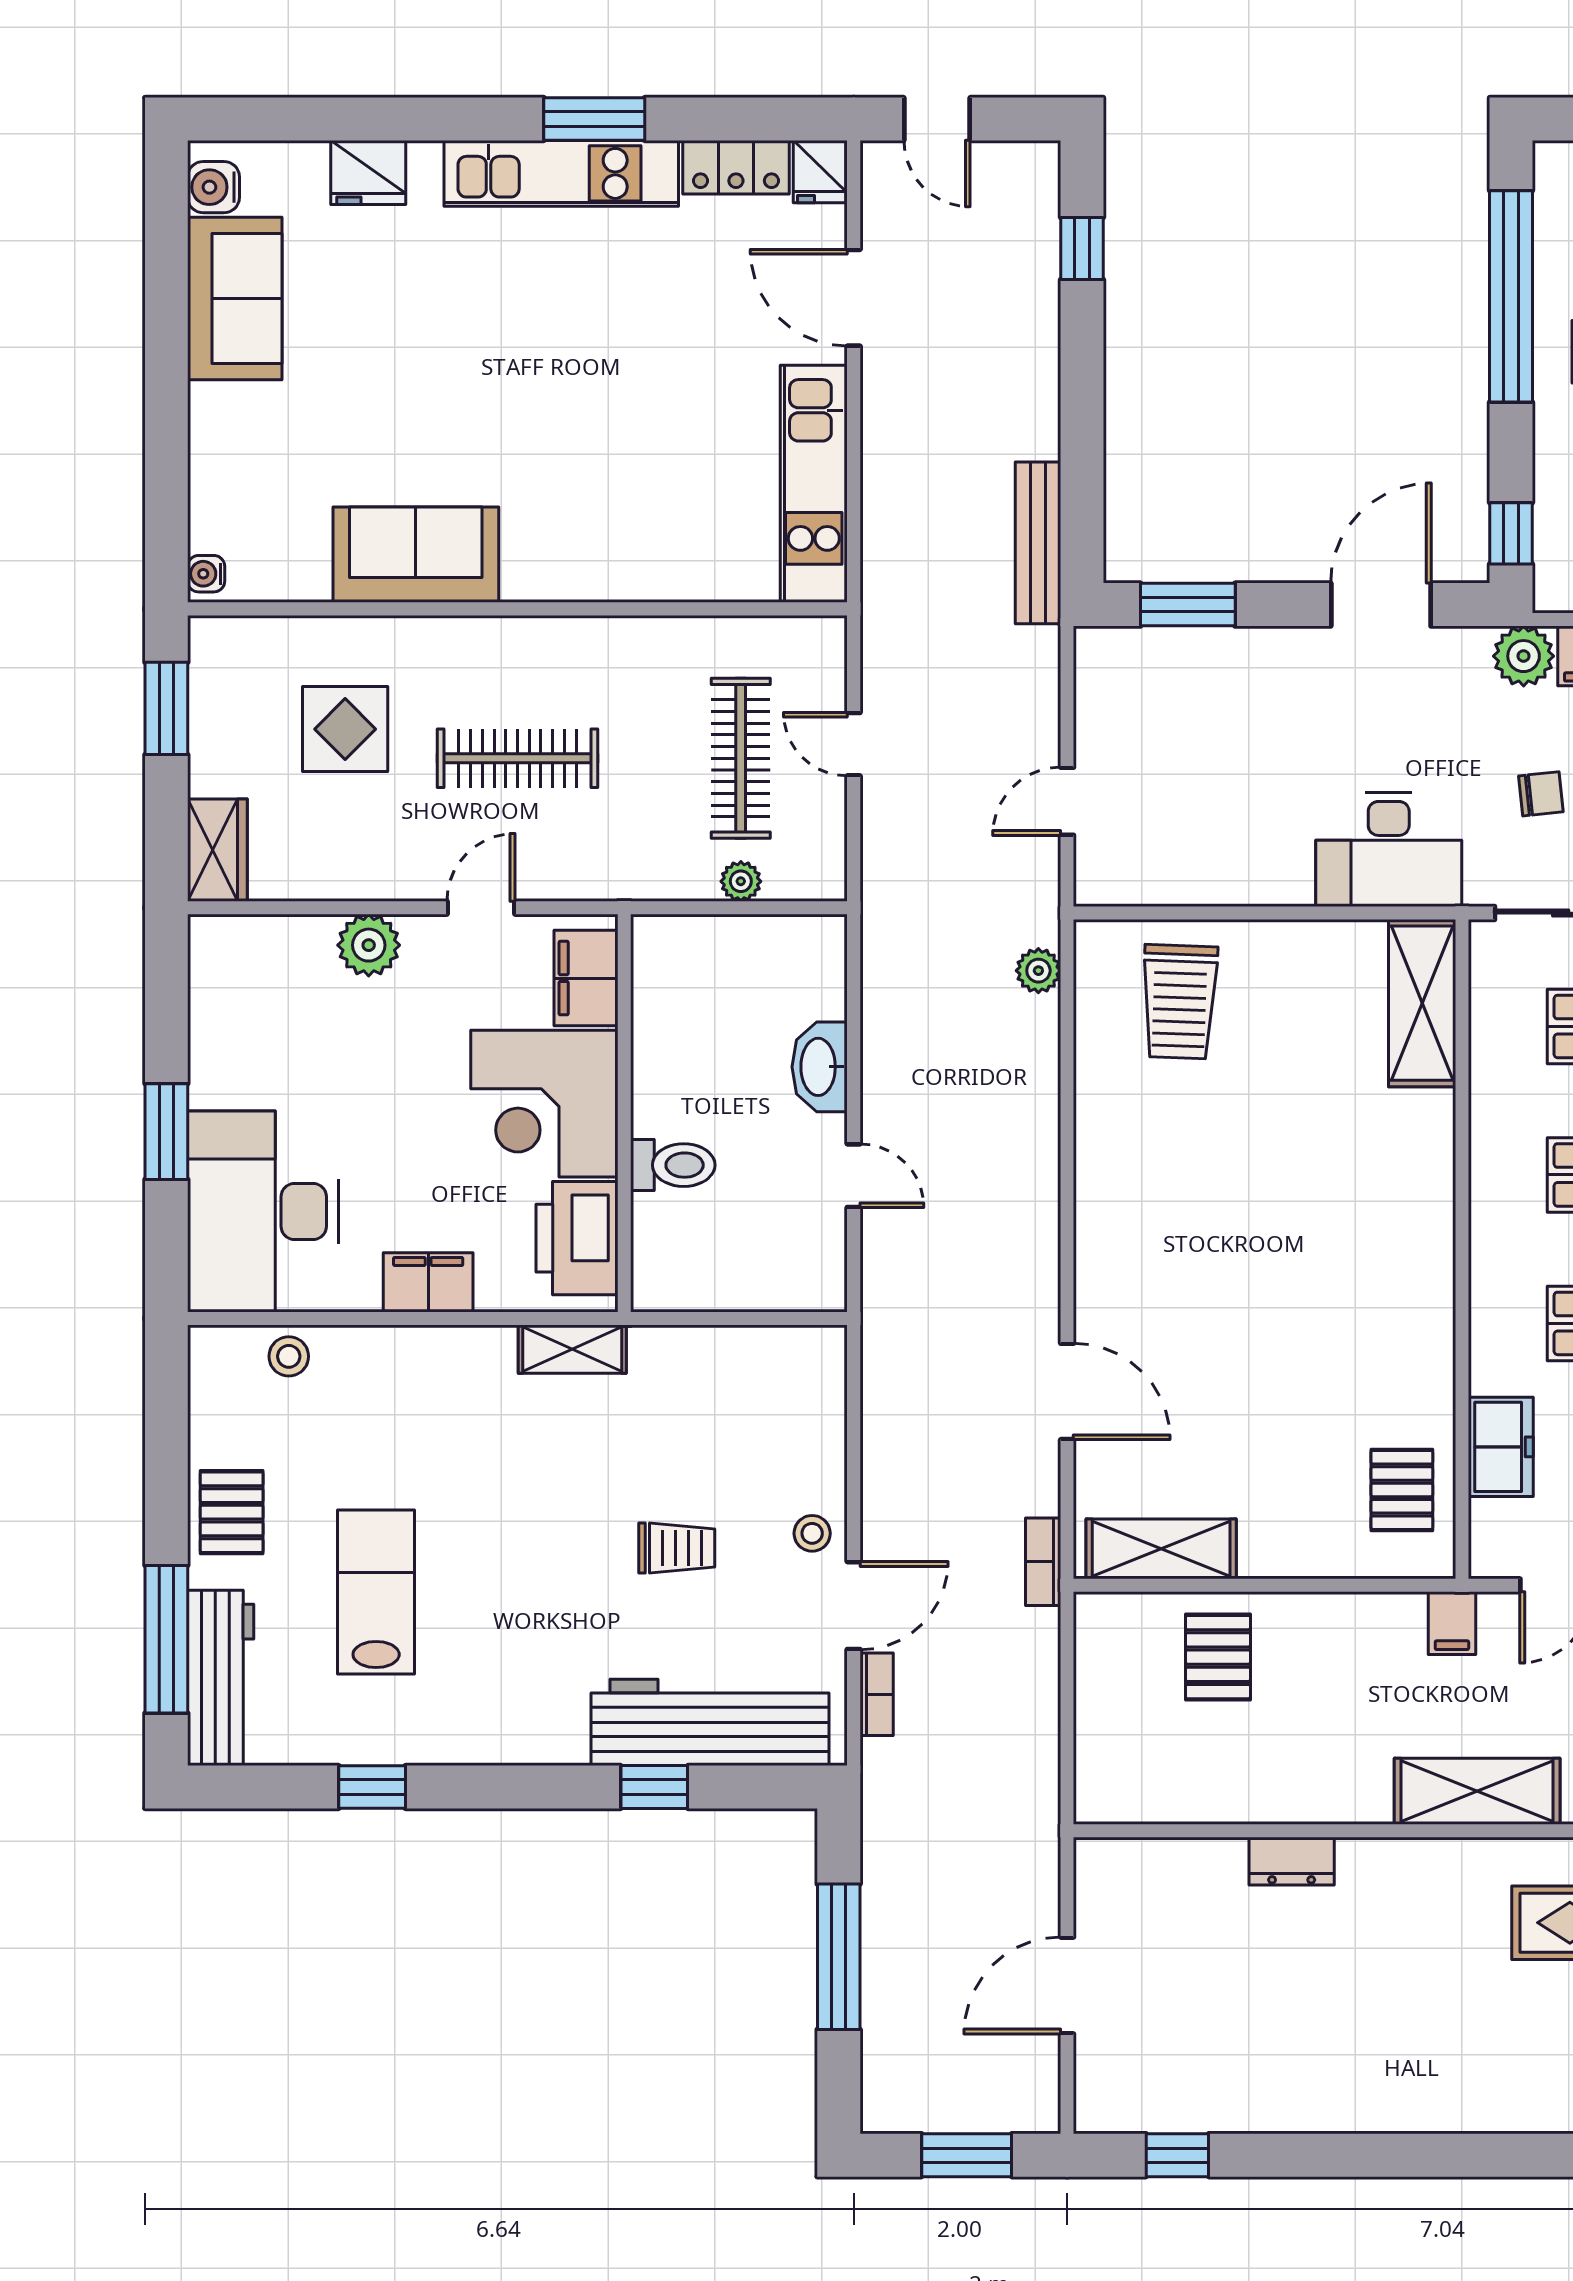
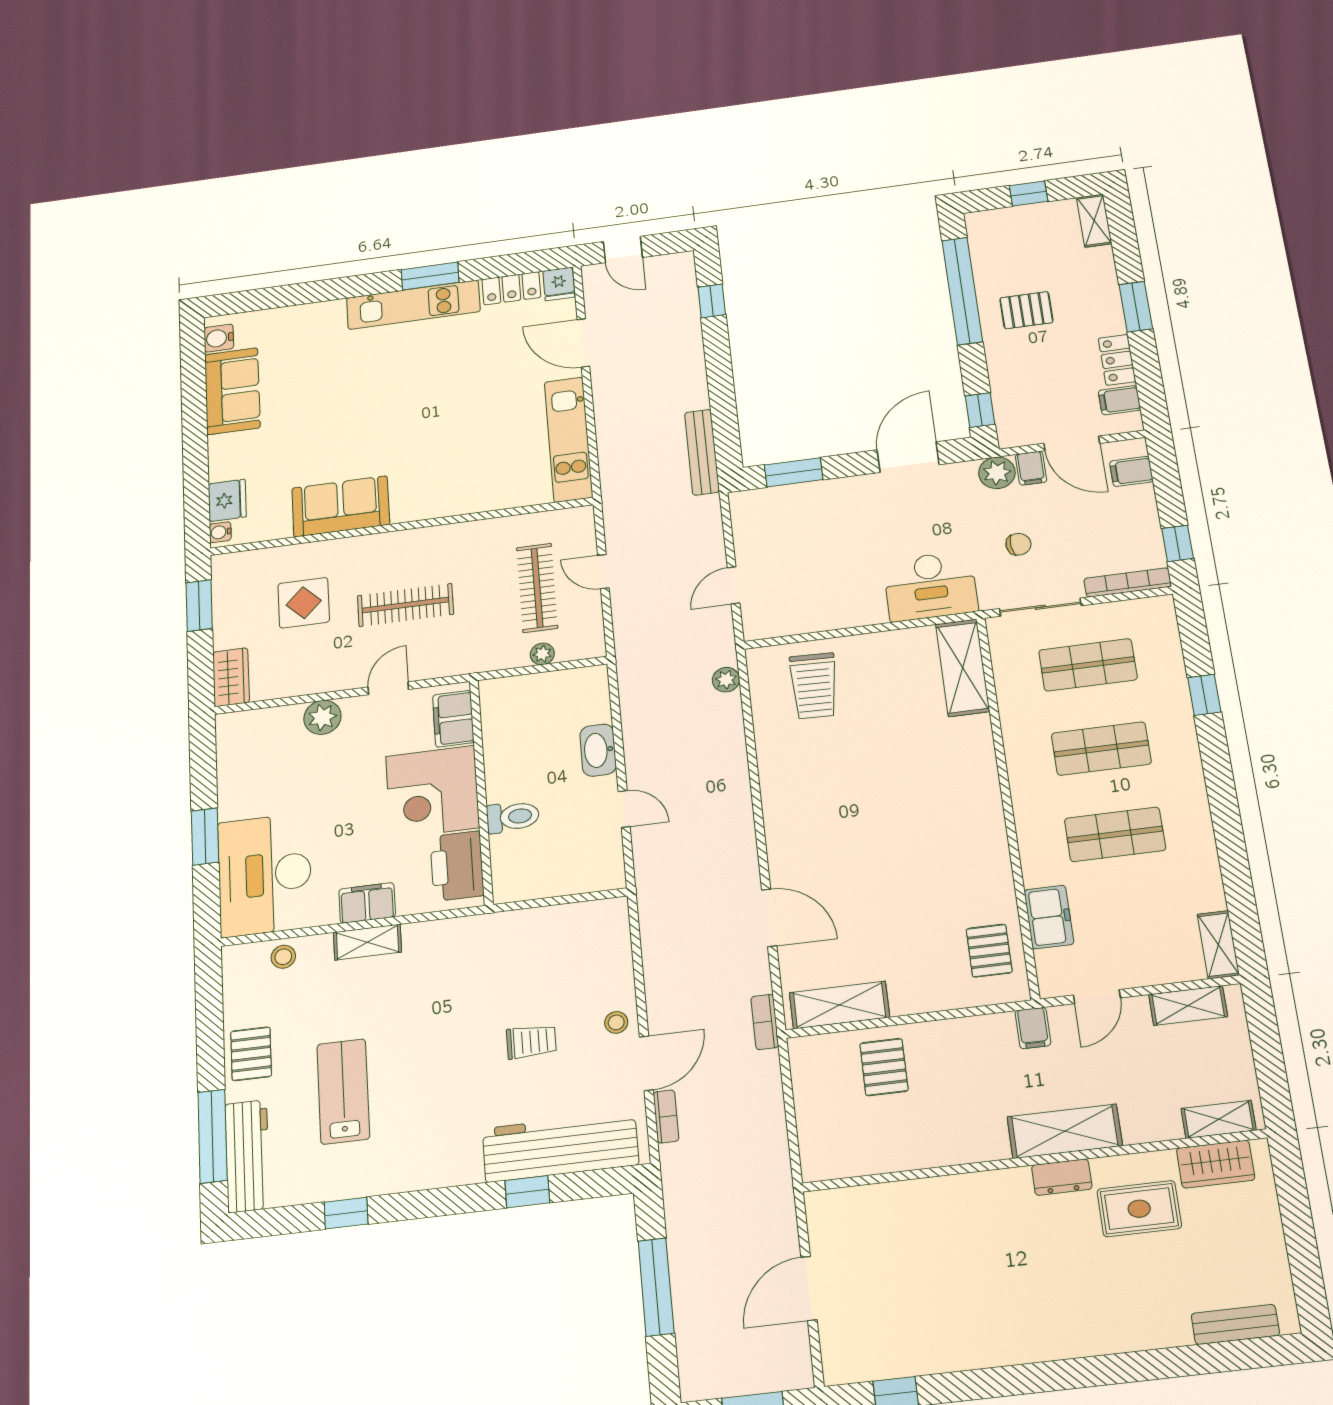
fridge: (368, 173) -> (227, 500), moved, turned -90
shelving: (572, 1349) -> (367, 942), moved
dresser: (1292, 1861) -> (1062, 1177), moved

